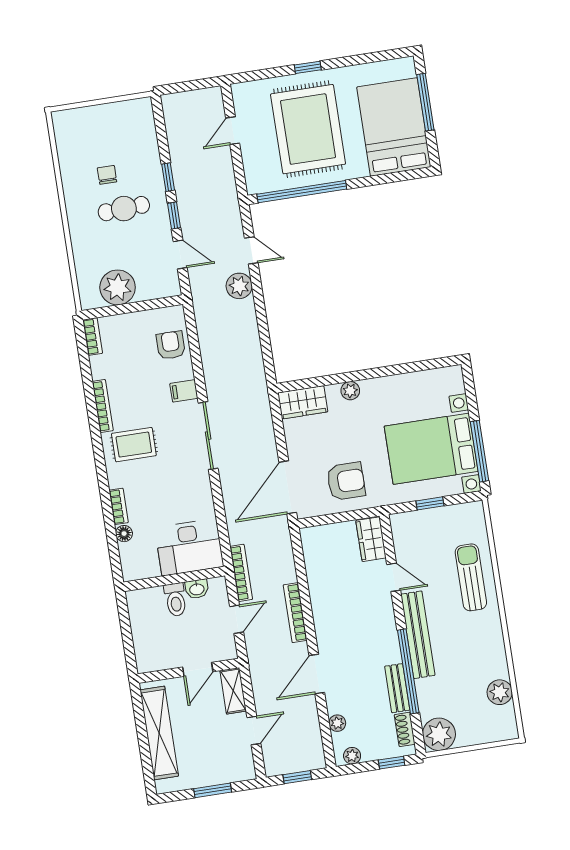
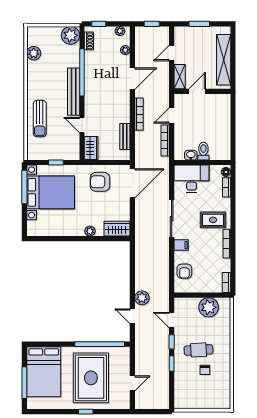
desk: (189, 547) -> (191, 179), moved
wall: (174, 579) -> (202, 163), moved
washbasin: (197, 589) -> (191, 155), moved
toilet: (175, 600) -> (203, 151), moved
bench: (397, 688) -> (125, 136), moved

